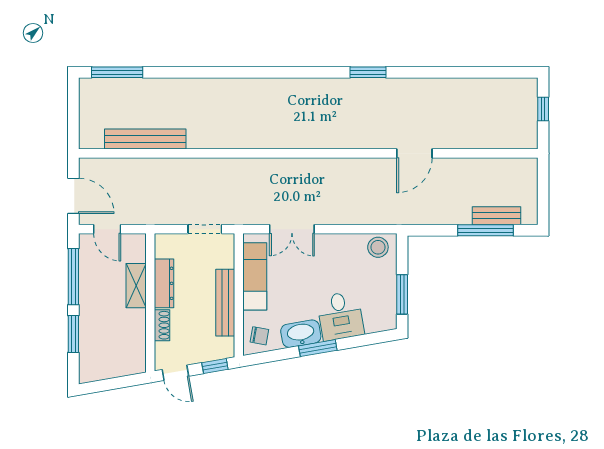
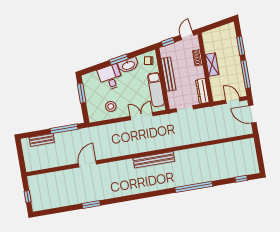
window: (117, 72) -> (241, 179), width x0.46
window: (213, 72) -> (194, 187), added
window: (368, 72) -> (91, 204), moved
bench: (145, 139) -> (154, 160), moved
window: (485, 230) -> (64, 129), moved
stool: (378, 247) -> (111, 106), moved
dresser: (164, 283) -> (202, 91), moved
shelving: (136, 286) -> (212, 64), moved
door: (175, 373) -> (187, 35), hinge flipped

